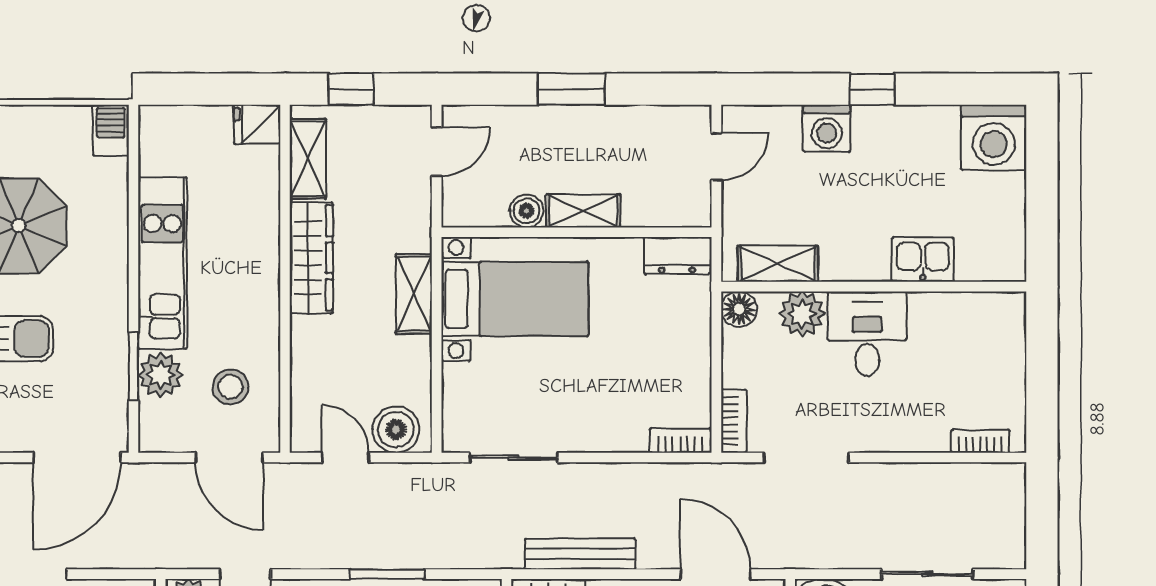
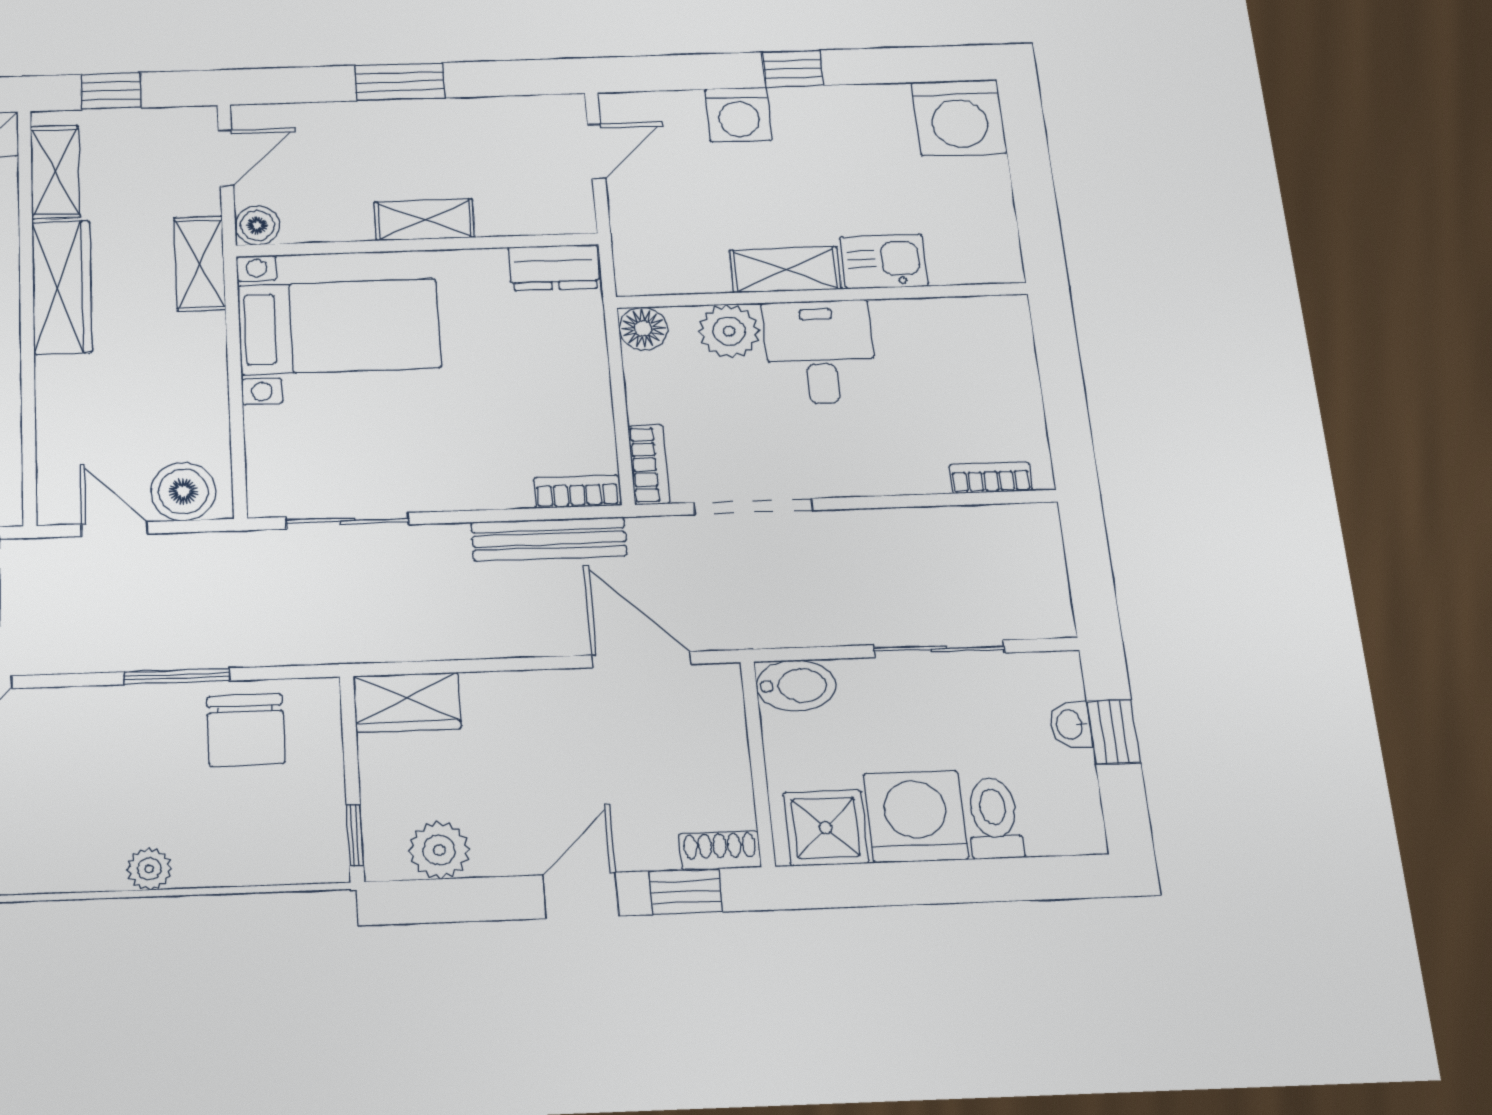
boiler: (526, 211) -> (257, 225), moved
shelving: (778, 264) -> (785, 270), moved
shelving: (414, 294) -> (200, 264), moved
bench: (580, 554) -> (549, 539), moved

